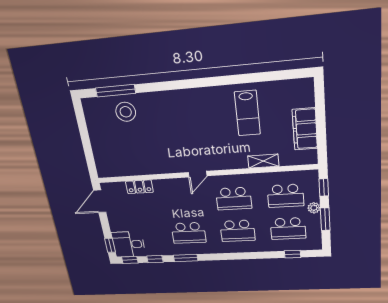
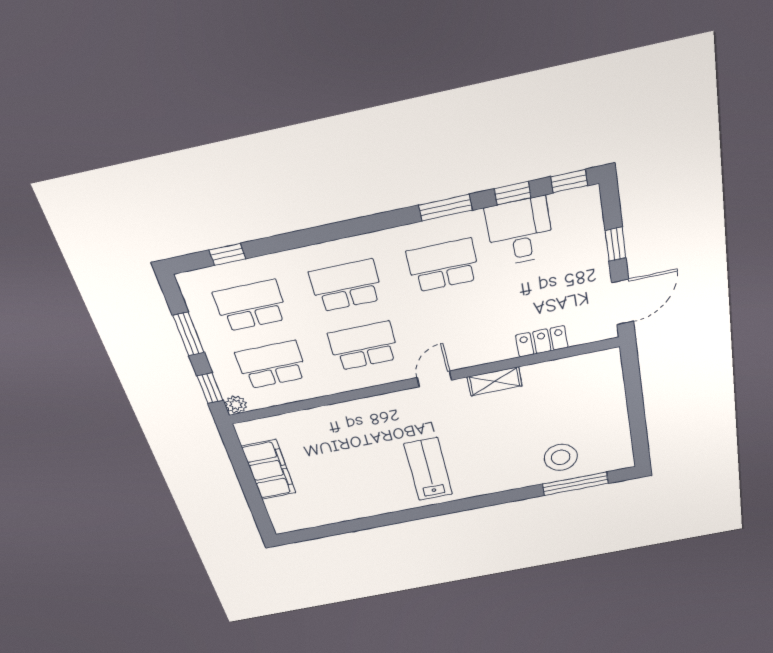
lab bench: (247, 113) -> (428, 469), moved
shelving: (263, 161) -> (495, 381), moved
plant: (314, 208) -> (236, 405), moved
desk: (129, 244) -> (520, 232), moved, turned -90
window: (110, 245) -> (616, 244), moved

